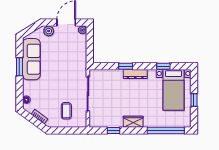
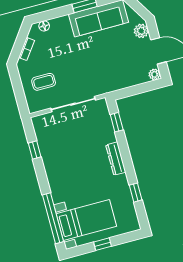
window: (126, 66) -> (117, 122), moved
bed with nightstands: (174, 90) -> (86, 220), moved, turned 180
wardrobe: (133, 122) -> (53, 173), removed

